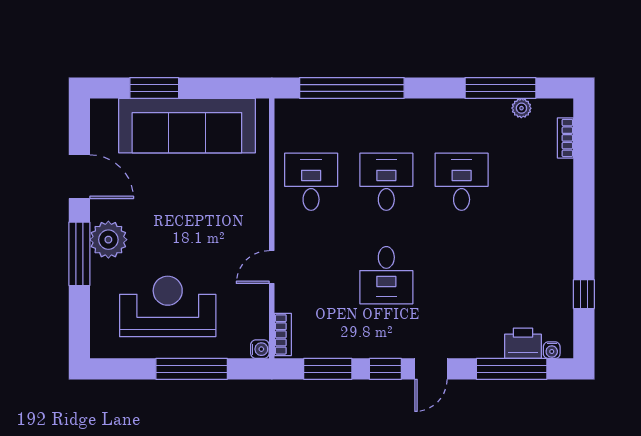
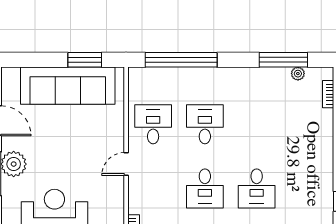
window: (154, 88) -> (85, 60), moved
desk: (462, 182) -> (257, 188), moved, turned 180
door: (272, 267) -> (126, 164), moved

